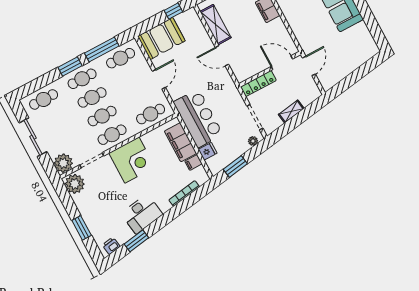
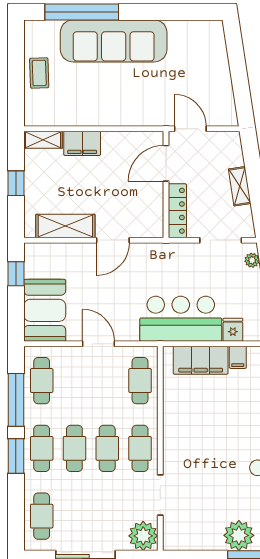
corner desk: (132, 160) -> (189, 440), removed
plant: (75, 184) -> (239, 535), moved

